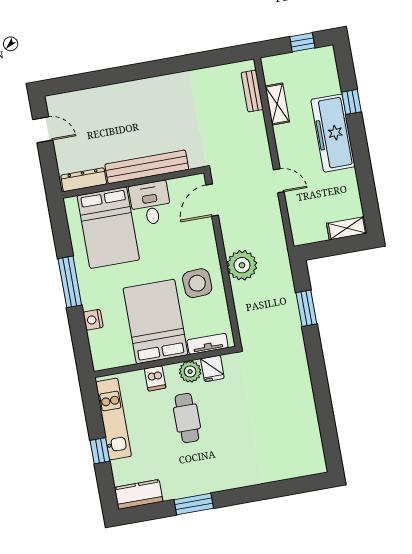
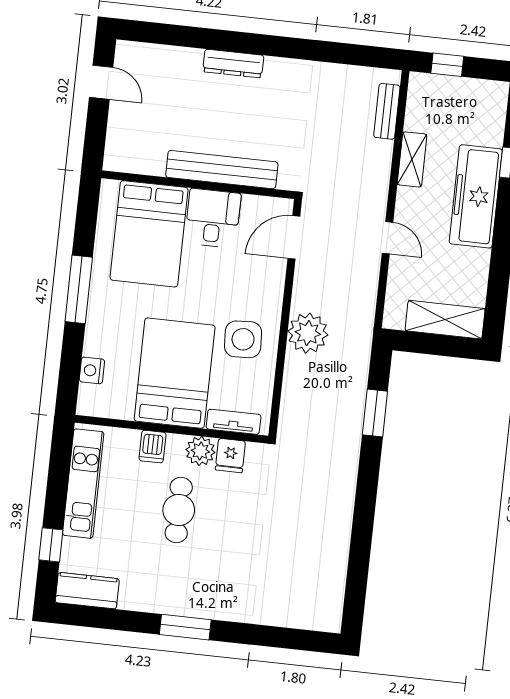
window: (302, 42) -> (447, 65), moved
shelving: (277, 104) -> (412, 159), moved
dresser: (84, 180) -> (233, 64), moved, turned 180
shelving: (347, 228) -> (445, 320), width x1.50, depth x1.33
nightstand: (93, 320) -> (92, 370), moved
window: (100, 451) -> (51, 545), moved
window: (194, 504) -> (185, 627), moved

